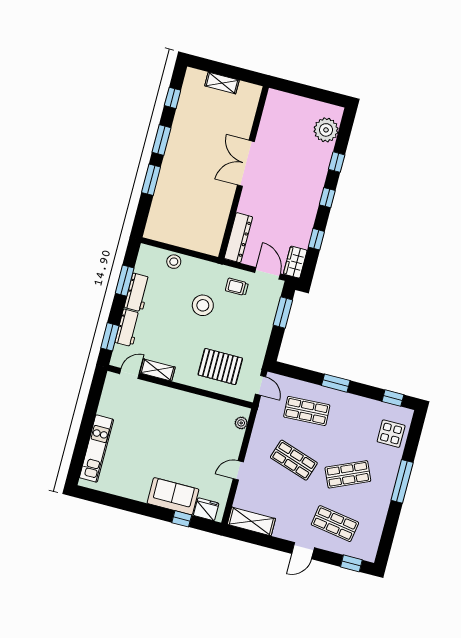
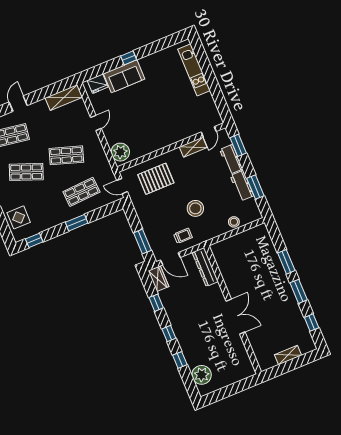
plant: (241, 423) -> (120, 152), width x1.87, depth x1.87
shop shelf: (348, 474) -> (26, 172), turned 45
window: (182, 519) -> (129, 58), moved

